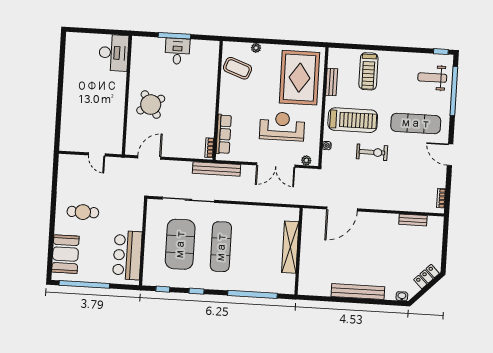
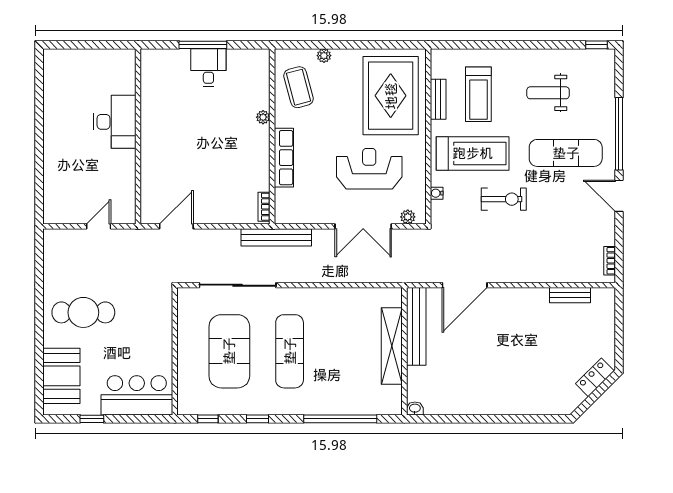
desk: (114, 53) -> (115, 122), moved
coffee table: (238, 68) -> (298, 87), turned 55
treadmill: (368, 71) -> (478, 94), moved
weight bench: (432, 78) -> (548, 93), moved
plant: (212, 87) -> (263, 117), added
window: (454, 91) -> (619, 134), moved
round table: (151, 105) -> (174, 148), removed
row of seats: (224, 134) -> (284, 158), moved
door: (97, 154) -> (99, 226), swing flipped
cafe table: (83, 212) -> (83, 312), width x1.37, depth x1.35
bar counter: (127, 255) -> (137, 395), moved, turned 90
window: (84, 284) -> (92, 419), width x0.32
bench: (358, 292) -> (416, 326), moved, turned 90
washbasin: (402, 296) -> (415, 409), moved

